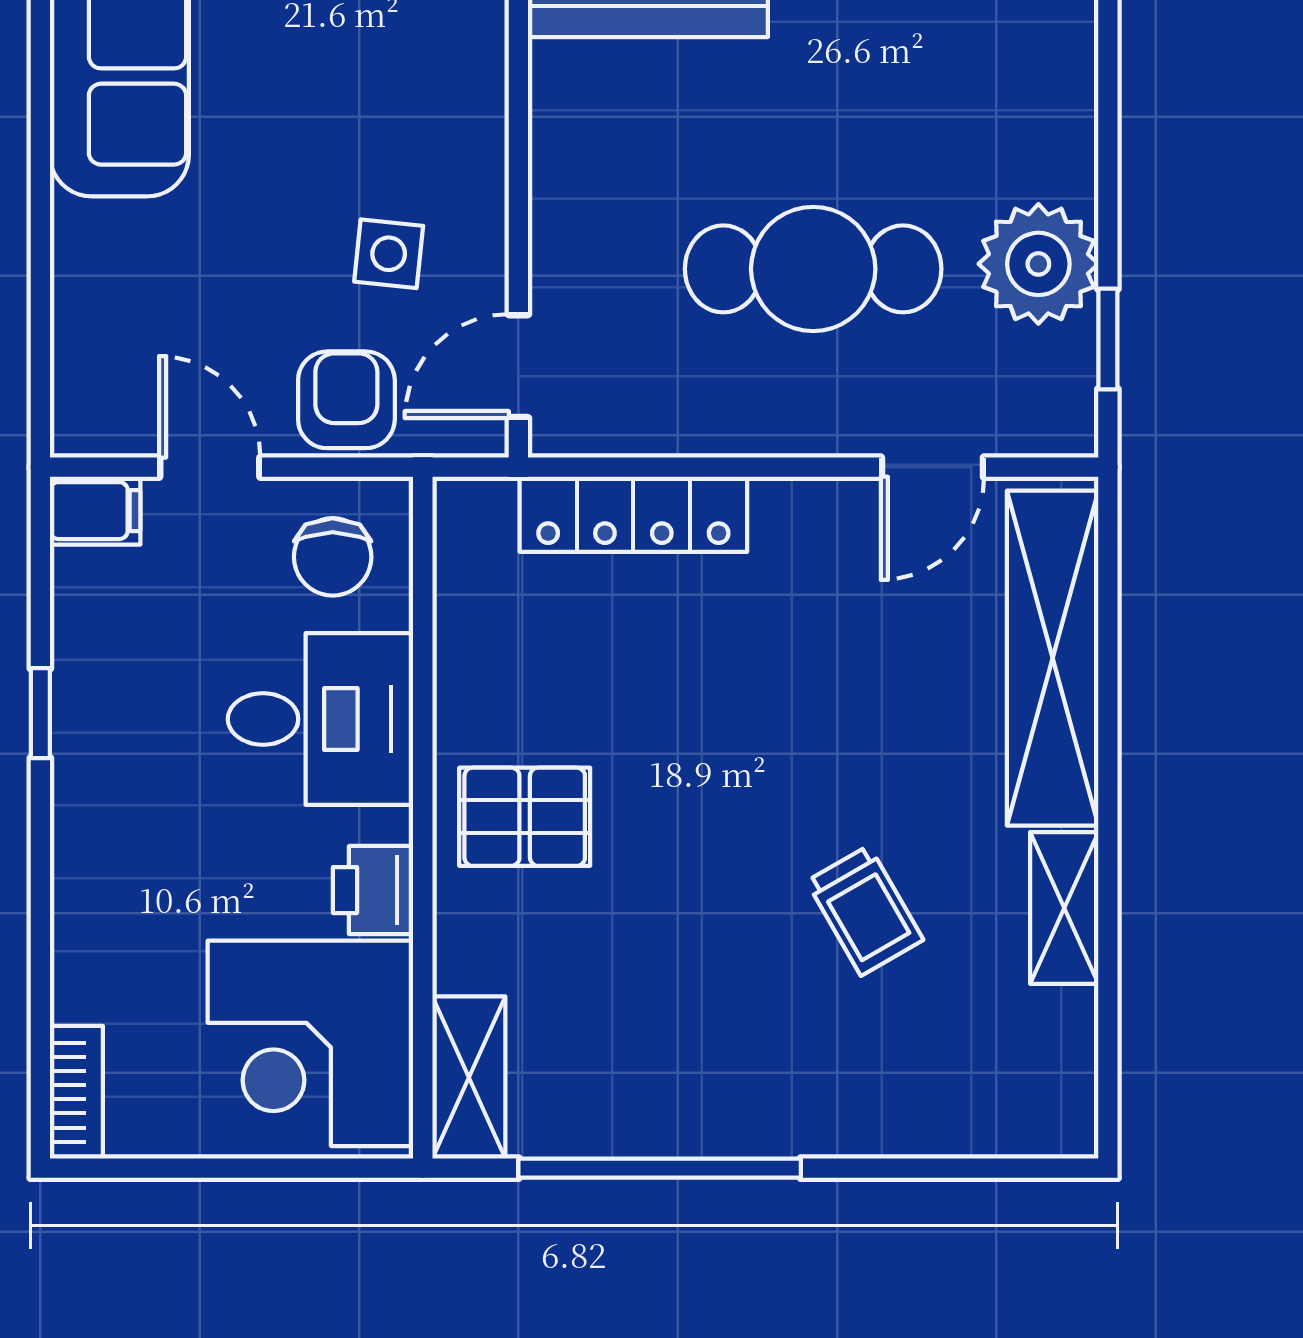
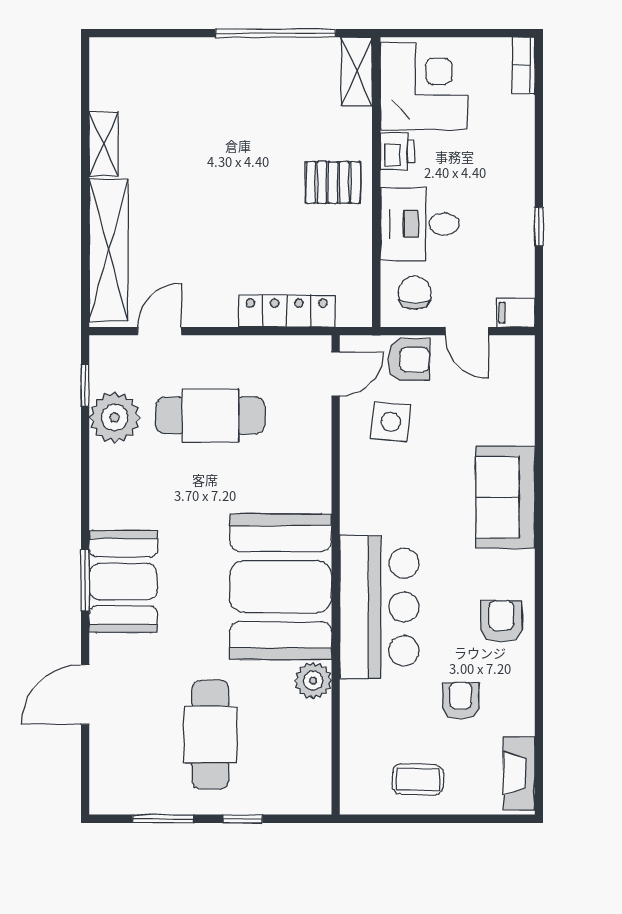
side table: (389, 254) -> (391, 422), width x1.37, depth x1.37
armchair: (346, 400) -> (409, 360), turned -90
trolley: (865, 911) -> (188, 143), removed

